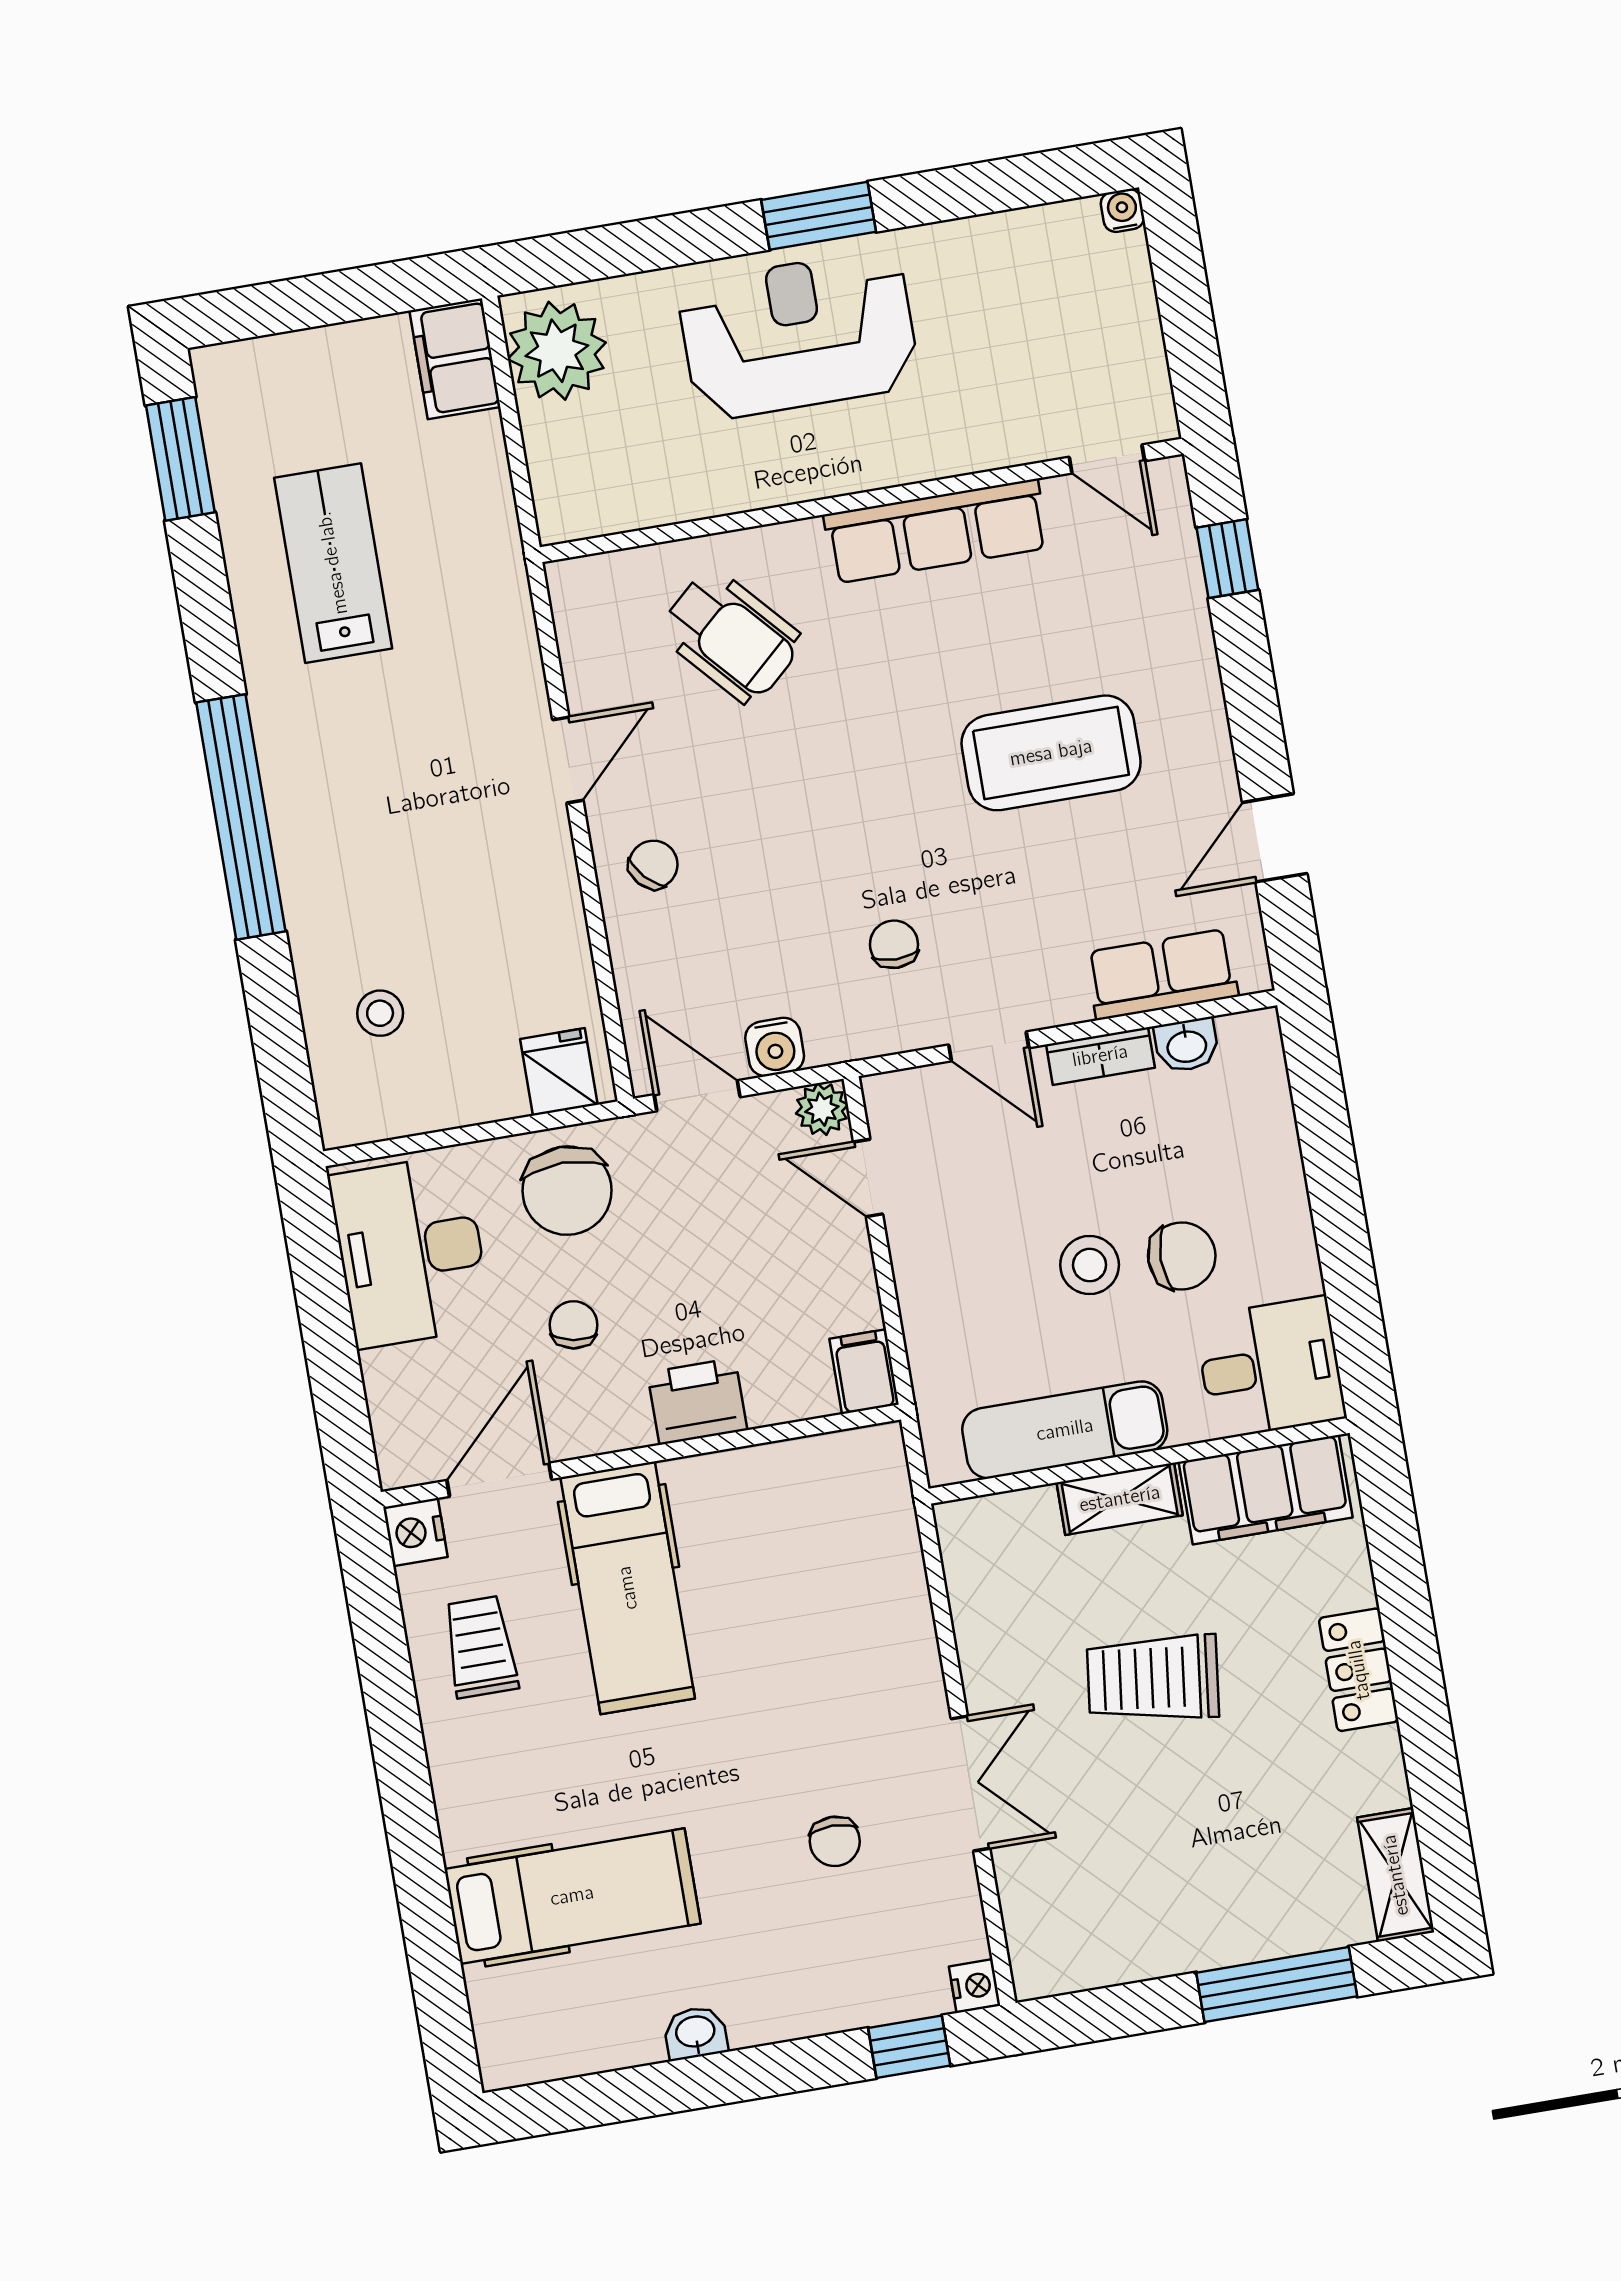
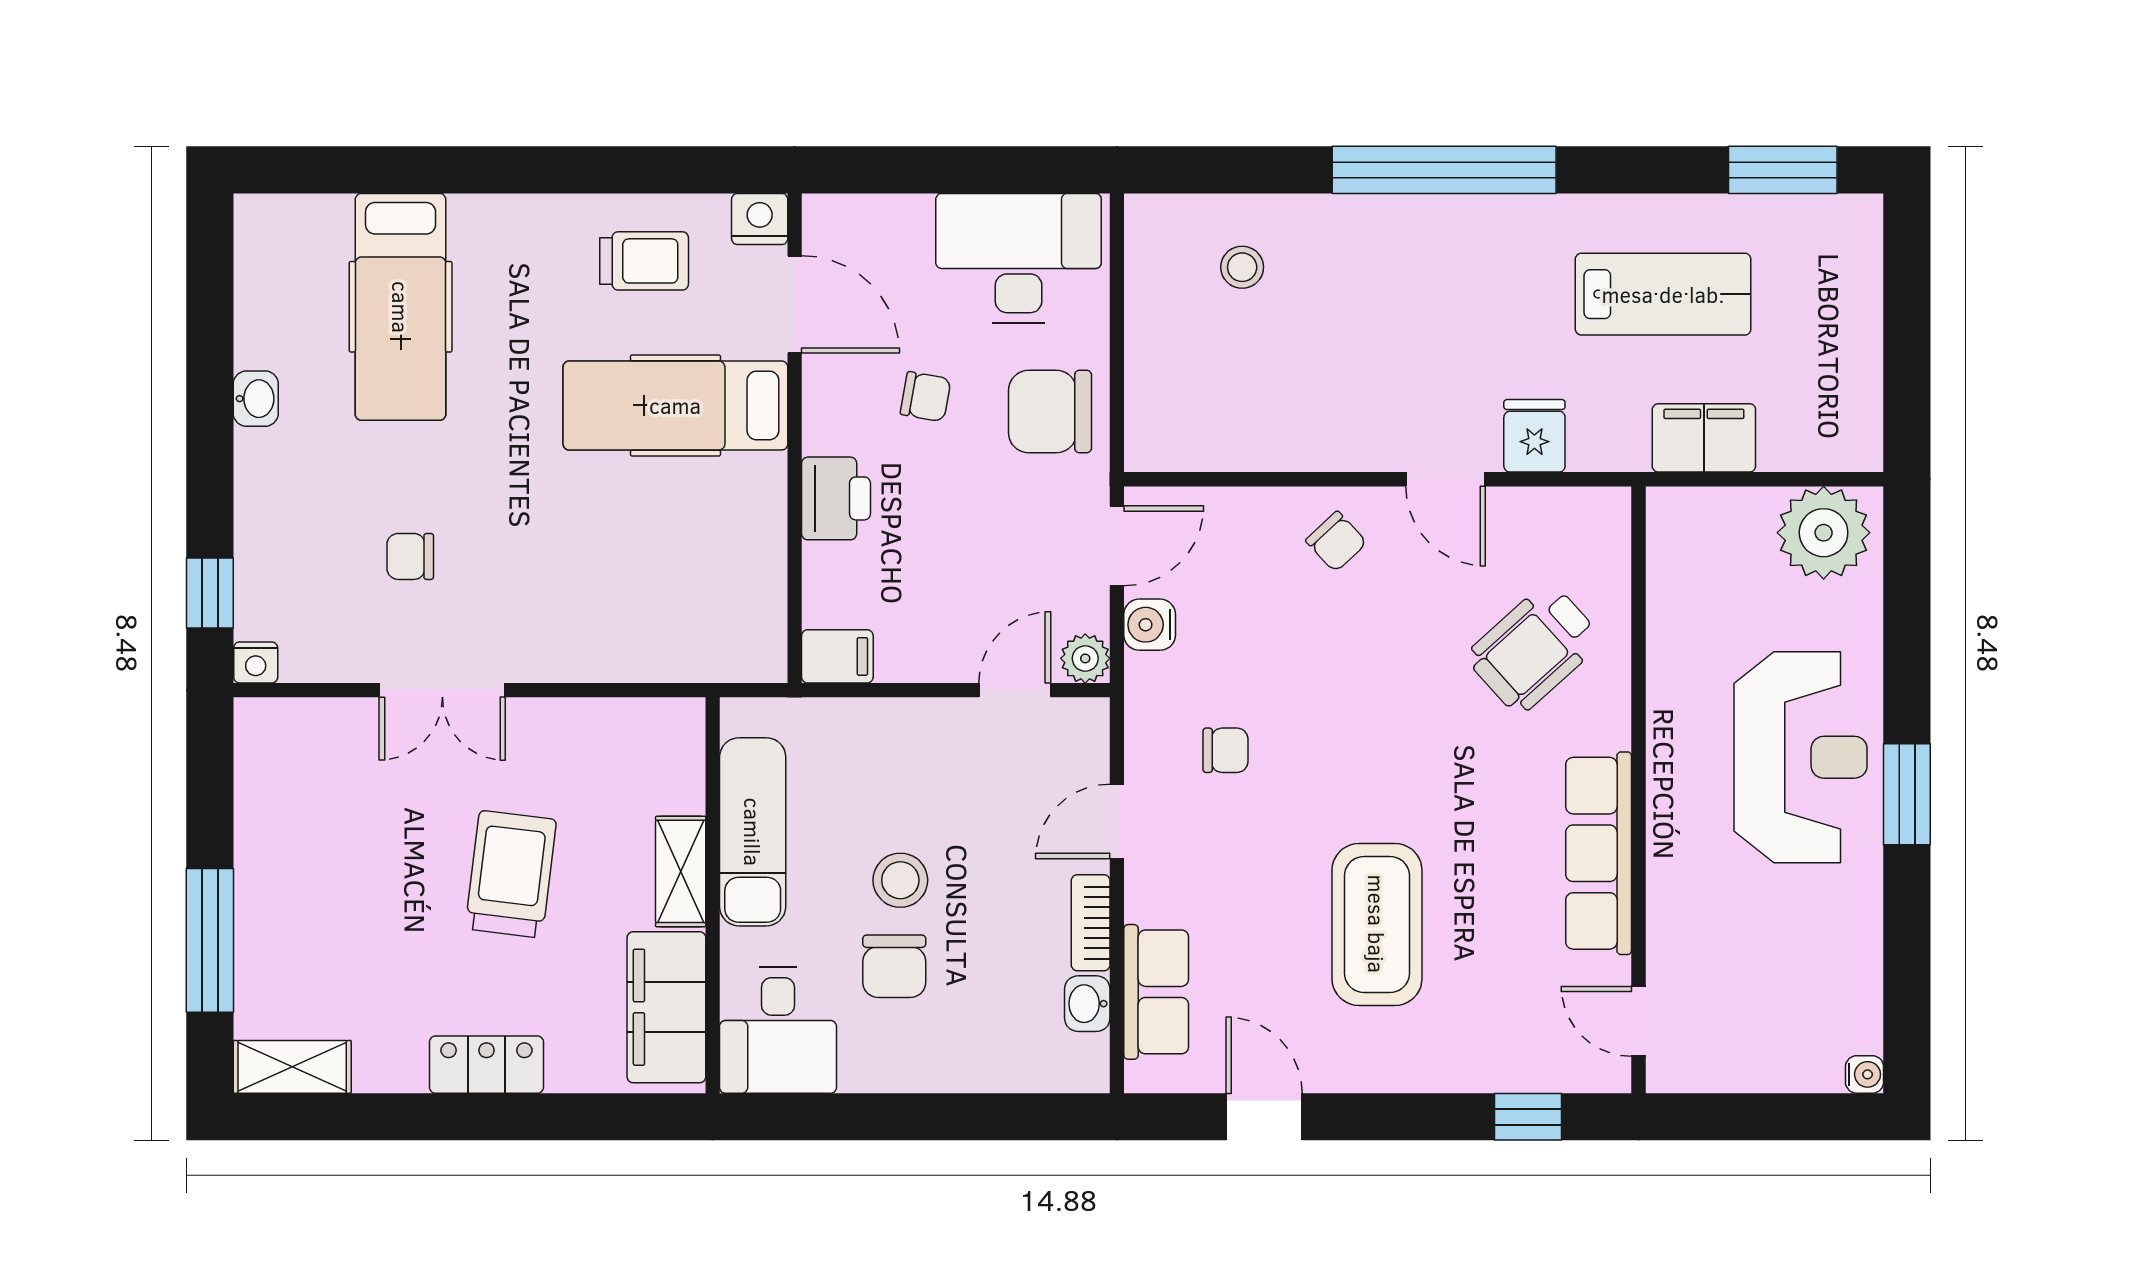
filing cabinet: (455, 359) -> (1704, 438), moved
door: (1107, 459) -> (1638, 1021), hinge flipped
fridge: (559, 1072) -> (1534, 436), moved, turned -90

